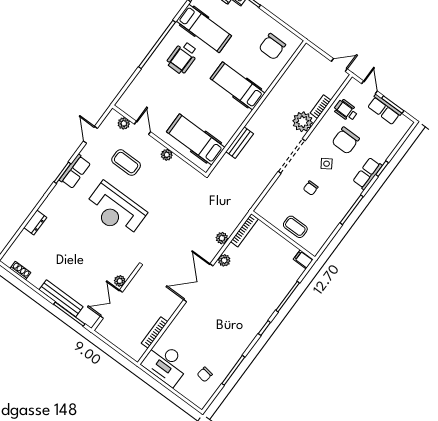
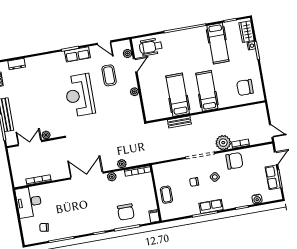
wheelchair: (182, 58) -> (151, 47), moved
wheelchair: (346, 110) -> (252, 158), removed
door: (90, 135) -> (104, 43), swing flipped
hospital bed: (196, 140) -> (178, 95), moved
chair: (346, 140) -> (234, 161), moved, turned 180
water cooler: (389, 146) -> (257, 199), added
row of seats: (367, 173) -> (211, 206), moved
dresser: (35, 222) -> (17, 64), moved
chair: (271, 282) -> (126, 212), added

